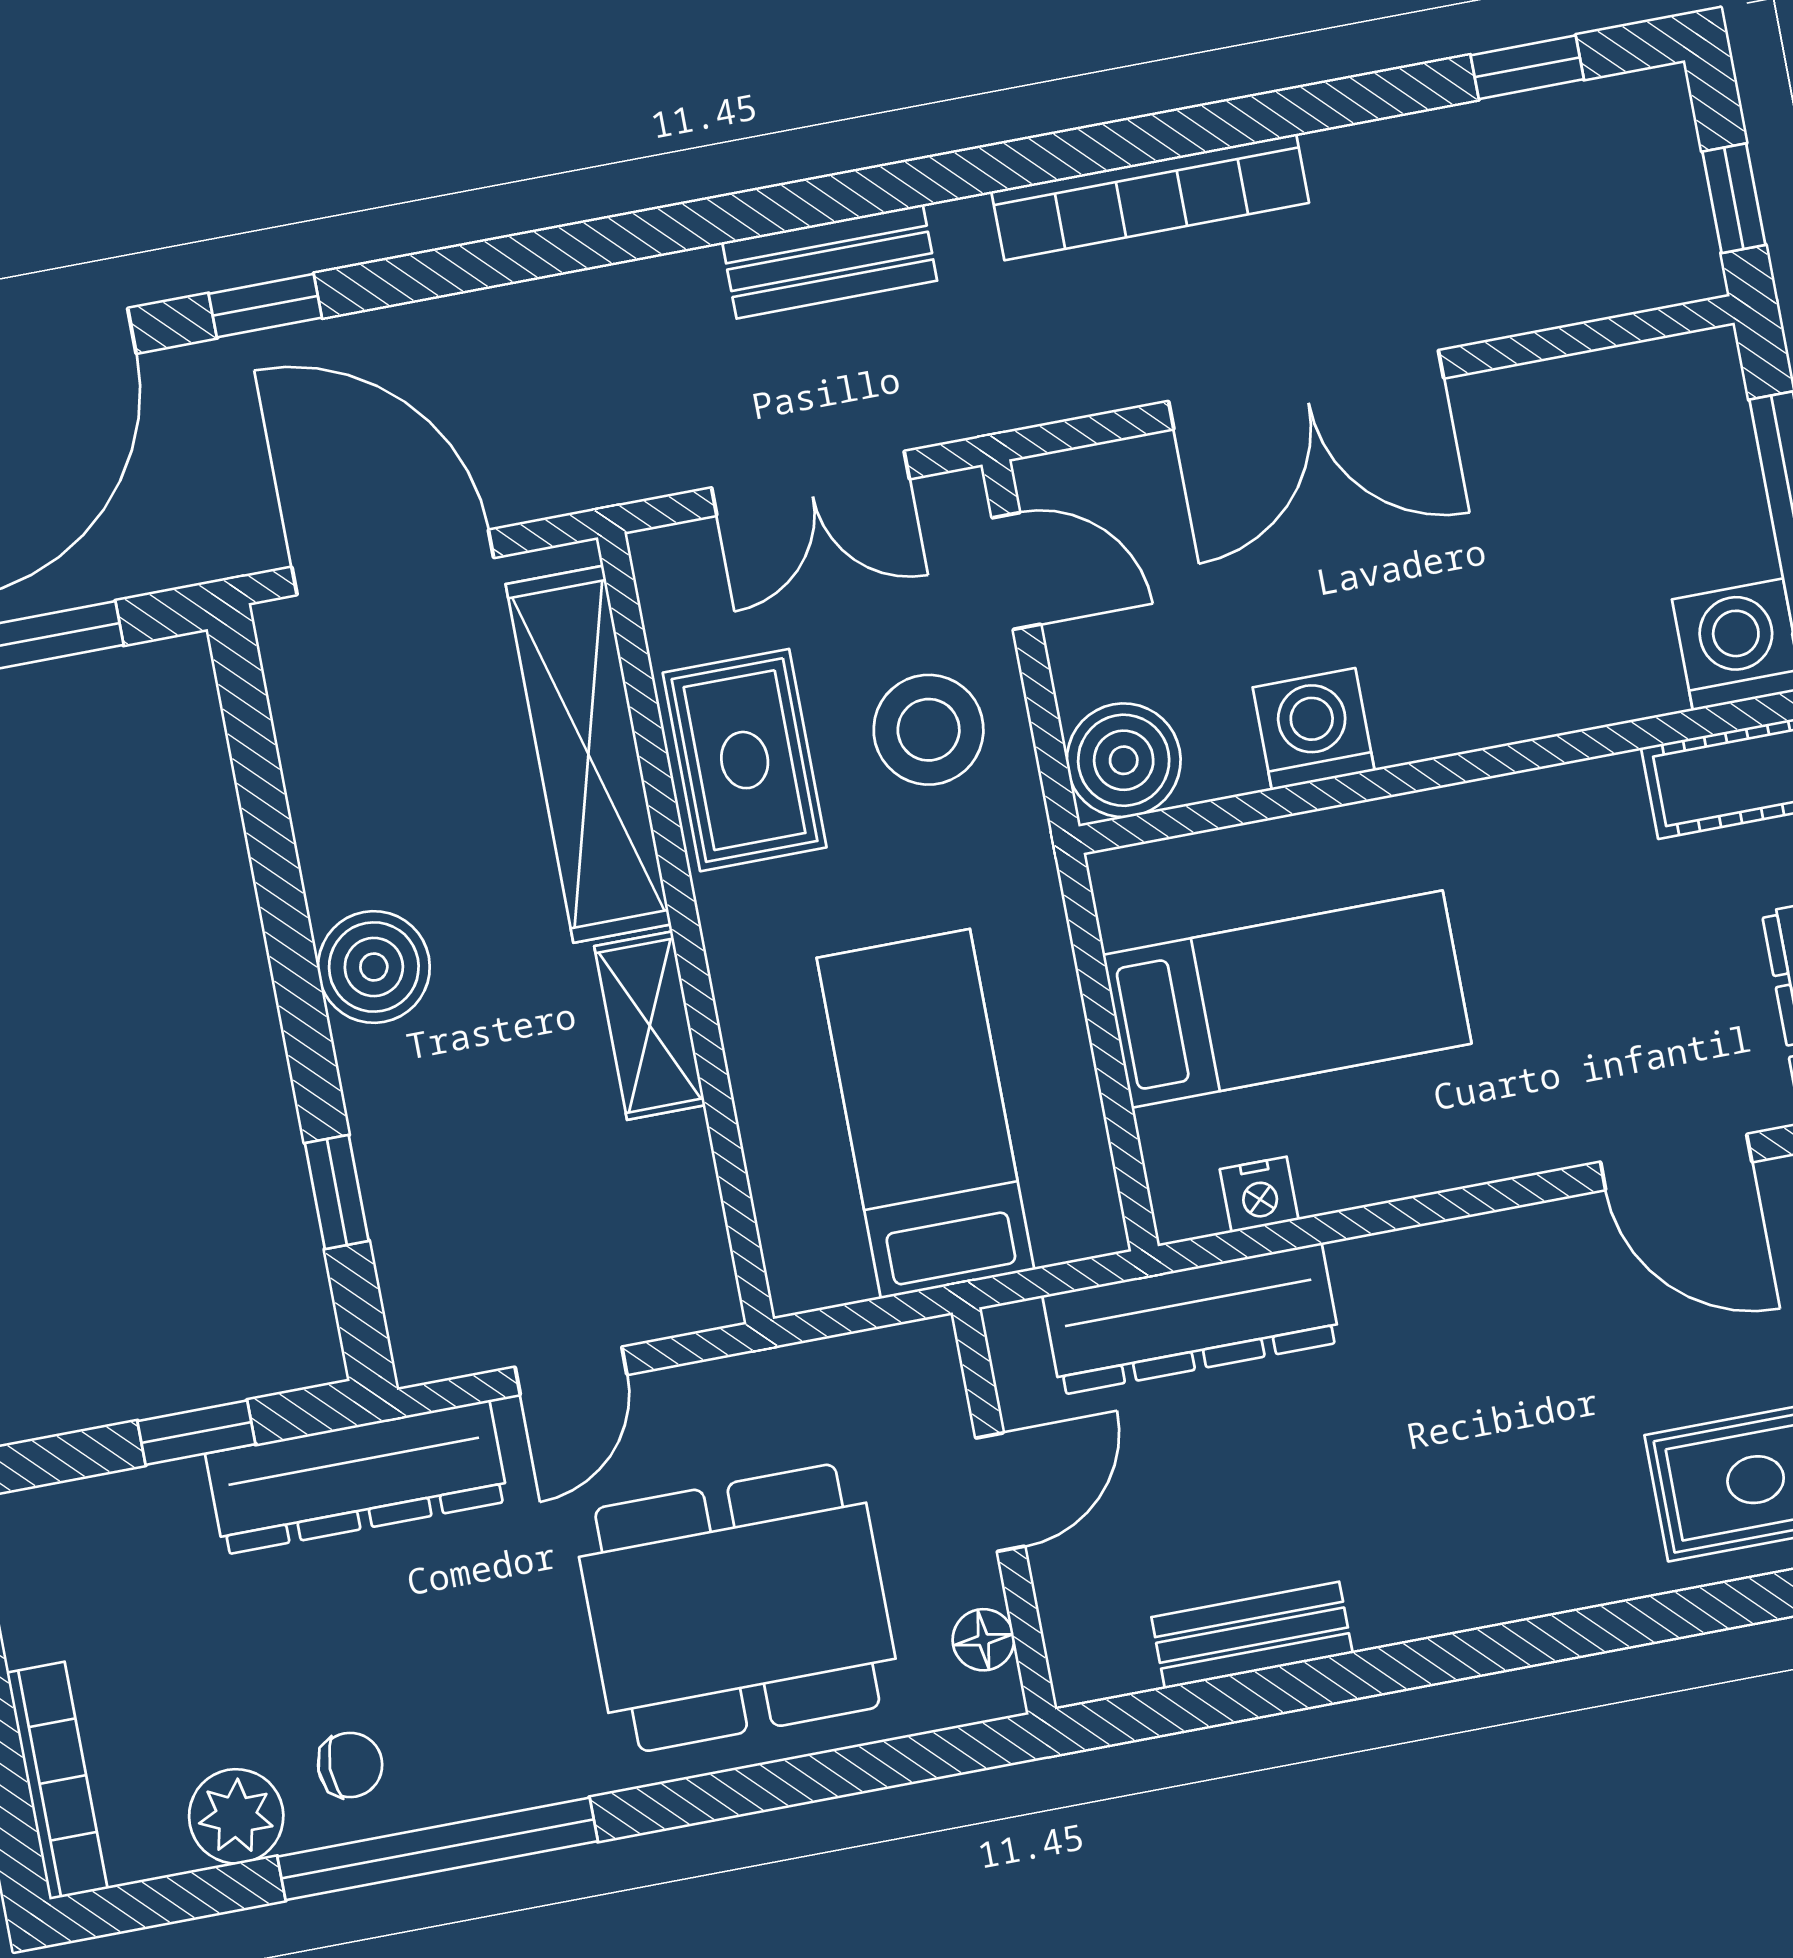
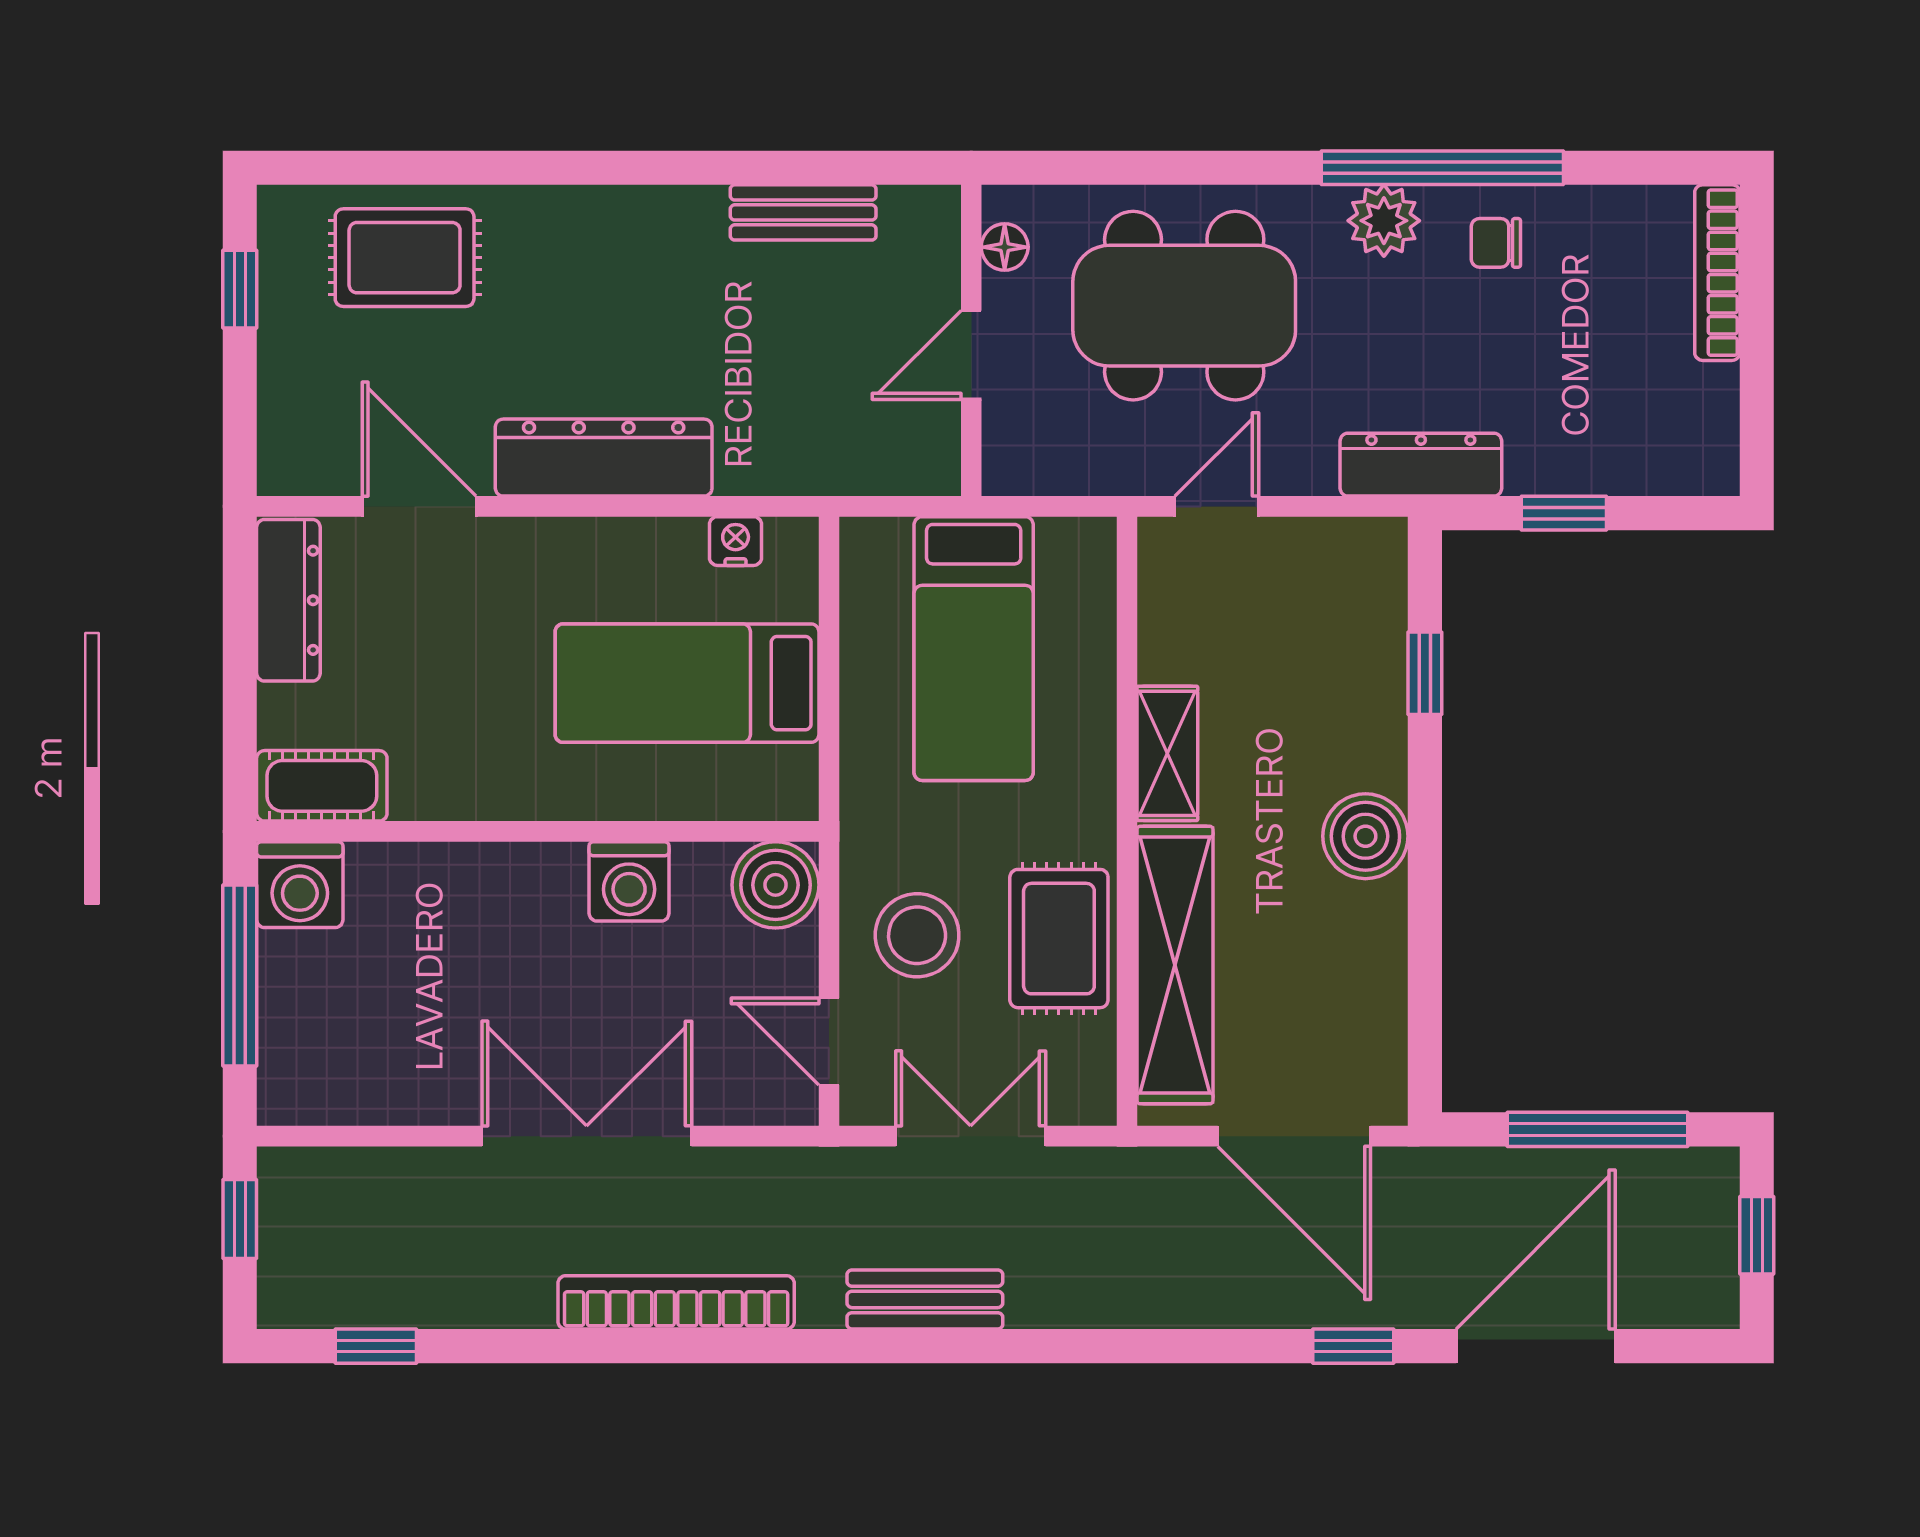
dresser: (1191, 1319) -> (604, 458), moved
door: (571, 1371) -> (1217, 506), moved
dresser: (357, 1477) -> (1421, 465), width x0.73, depth x0.80
plant: (236, 1816) -> (1384, 221), moved

